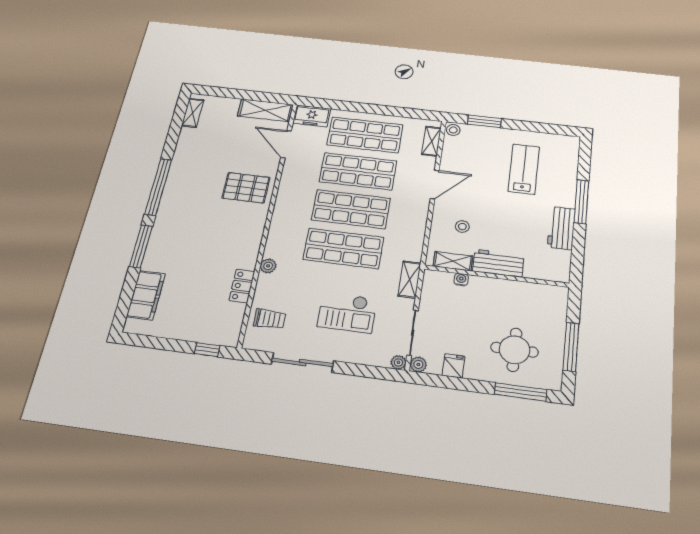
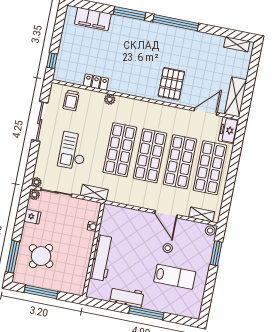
stool: (462, 227) -> (168, 248), moved
shelving: (453, 261) -> (106, 222), removed
workbench: (498, 263) -> (102, 258), width x1.37
round table: (515, 350) -> (41, 256), turned 33

